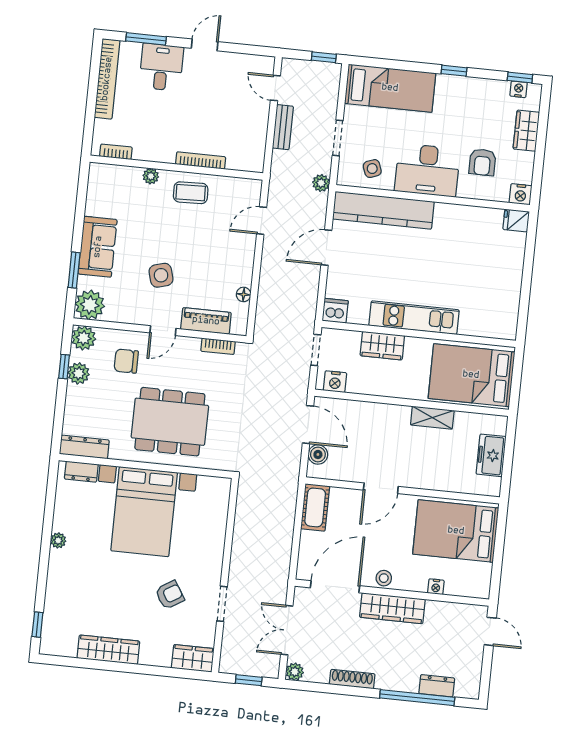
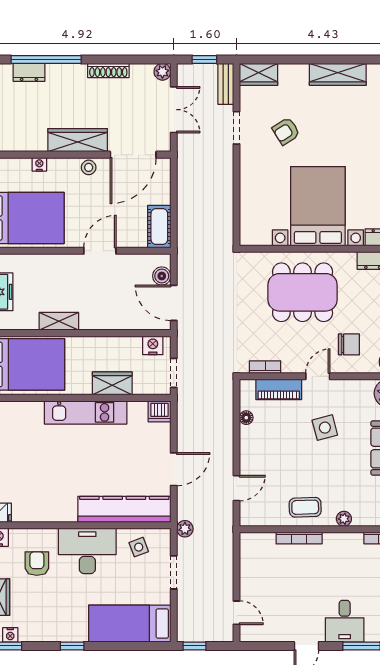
bench: (283, 127) -> (226, 84), moved

